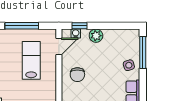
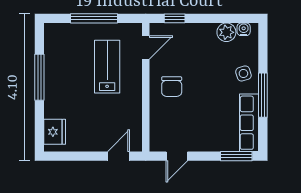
water cooler: (76, 34) -> (244, 29), moved
plant: (96, 36) -> (226, 32), moved
window: (143, 53) -> (263, 95), moved

